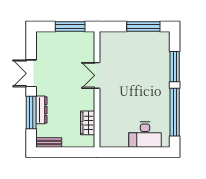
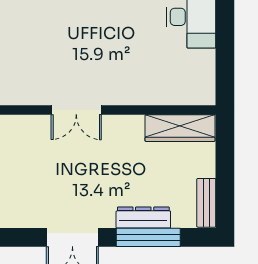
wardrobe: (88, 123) -> (180, 128), width x1.50

